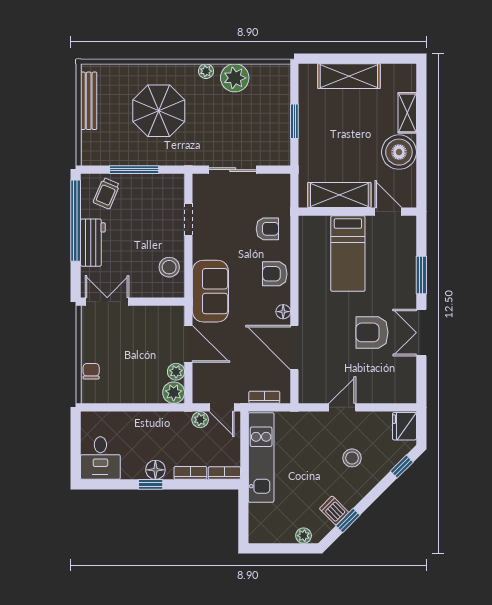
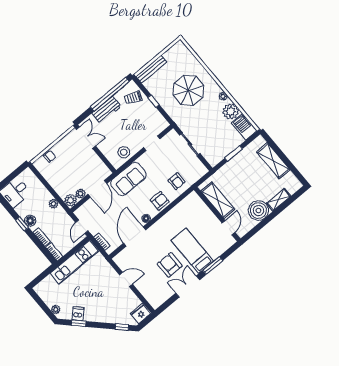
barbecue: (270, 77) -> (244, 127), added
bench: (89, 101) -> (151, 69), moved
window: (134, 170) -> (154, 101), width x0.46
bed: (348, 254) -> (192, 251), moved, turned 90
armchair: (275, 274) -> (160, 201), turned 90
plant: (200, 420) -> (53, 204), moved
stool: (352, 458) -> (107, 302), removed

